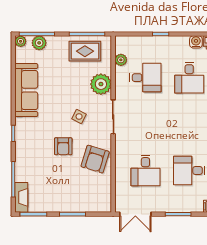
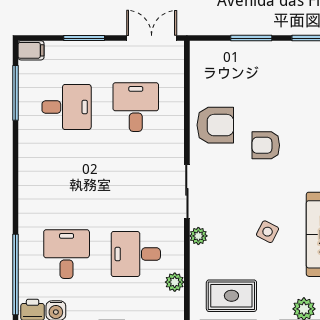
plant: (101, 84) -> (198, 236), width x0.53, depth x0.53
side table: (79, 116) -> (268, 232), moved
armchair: (63, 146) -> (266, 145), turned -90
armchair: (95, 159) -> (215, 125), turned 73

